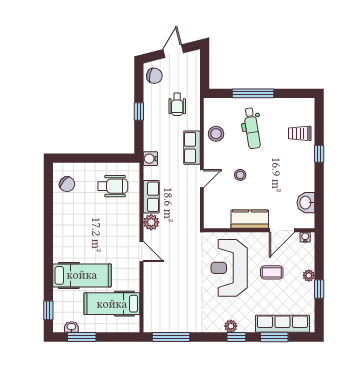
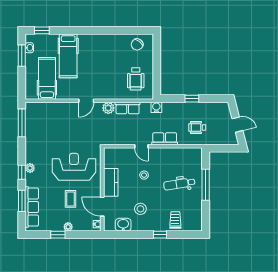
chair: (154, 76) -> (219, 110), removed
stool: (216, 134) -> (140, 209), moved

